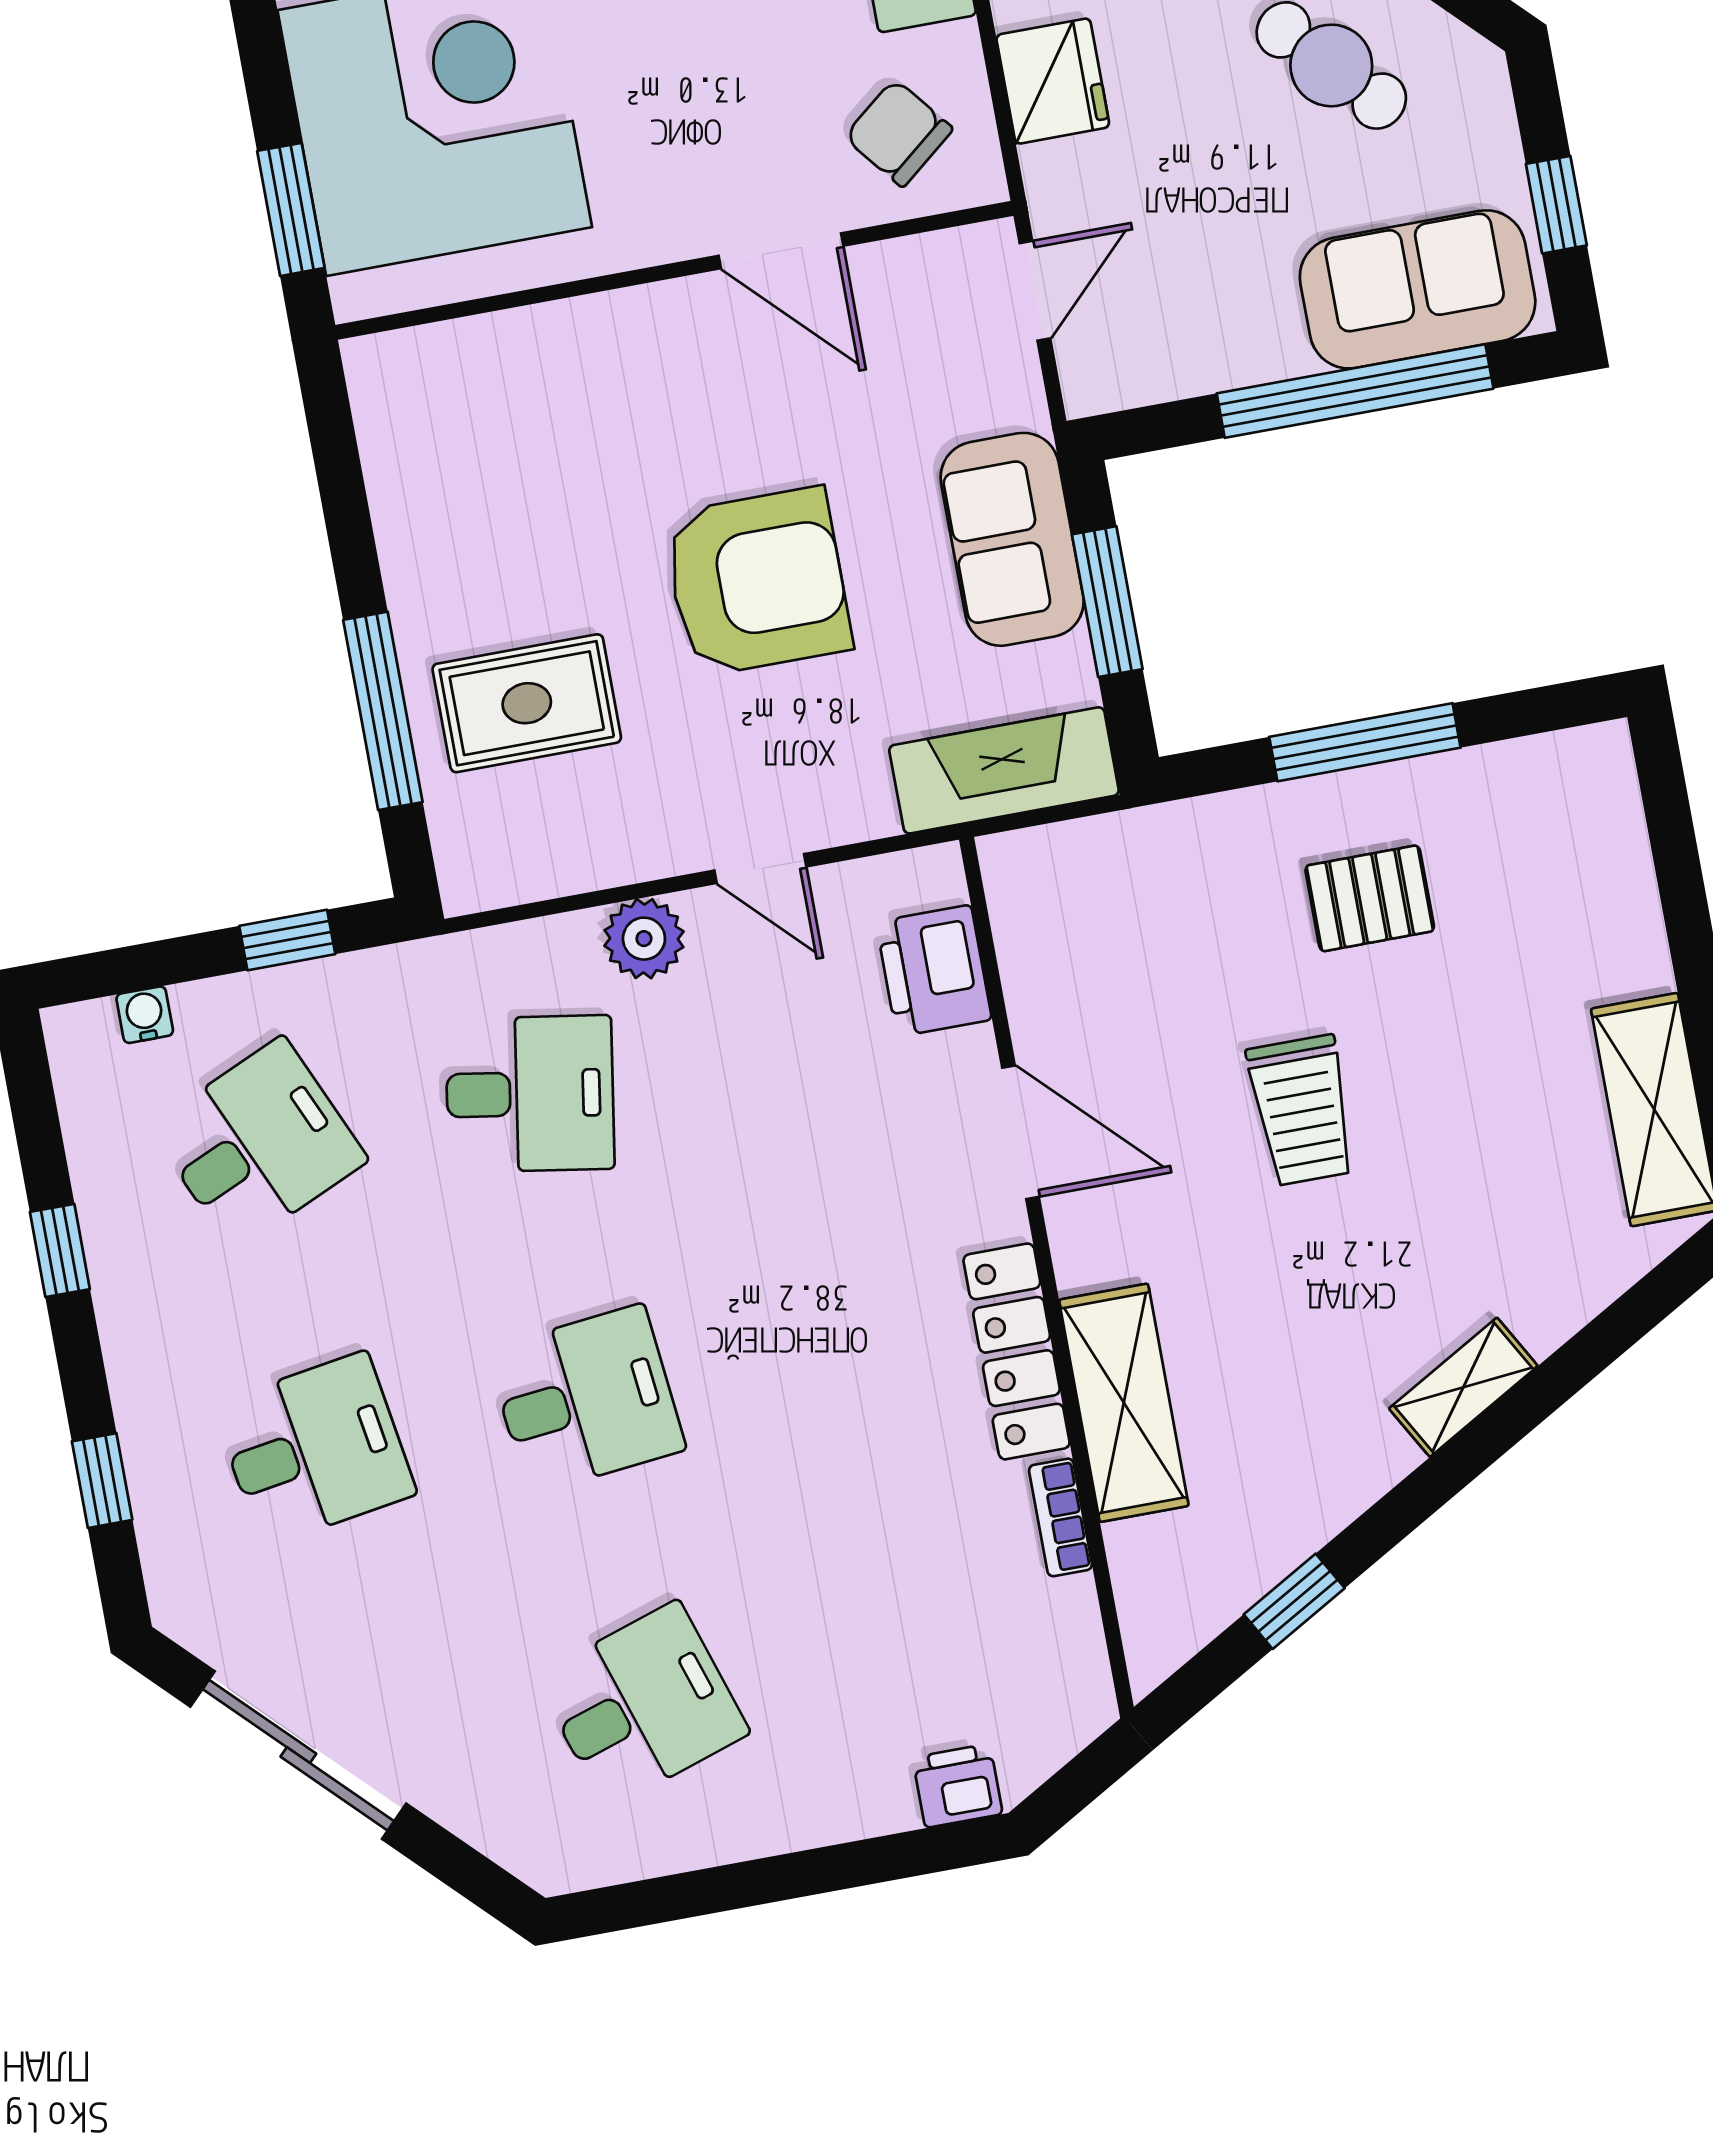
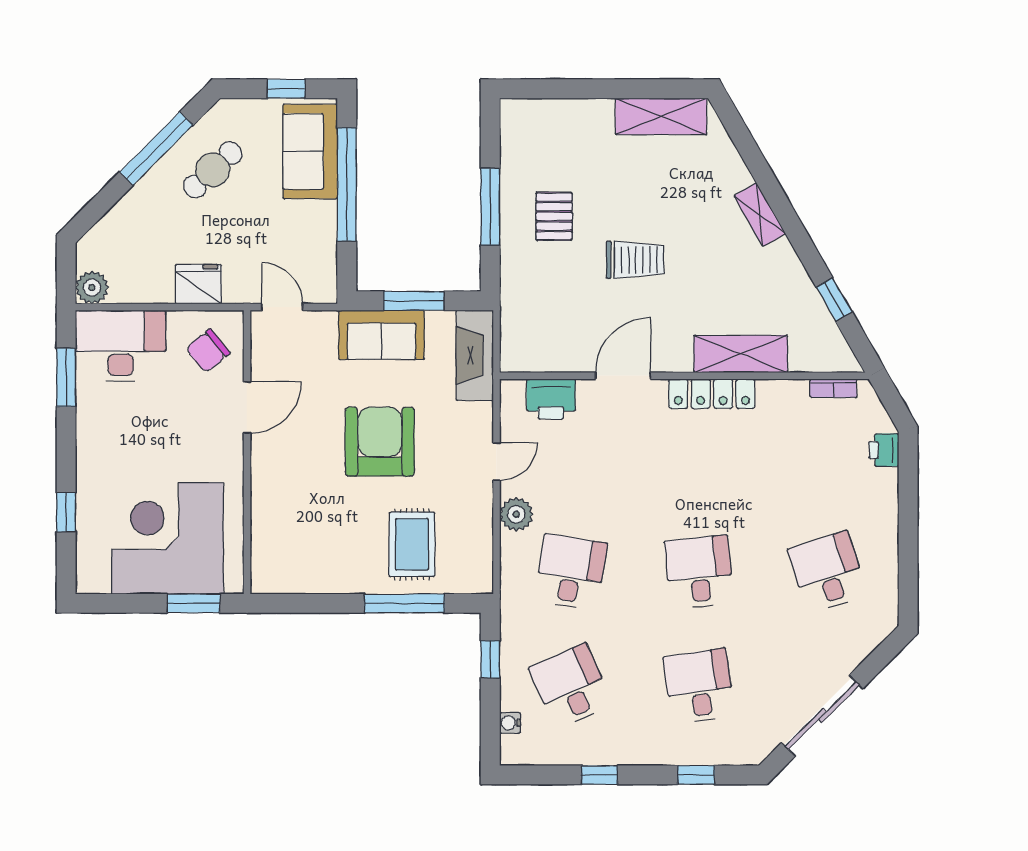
bookcase: (1060, 1517) -> (834, 388), moved

